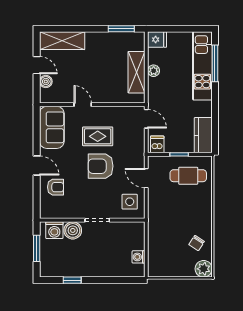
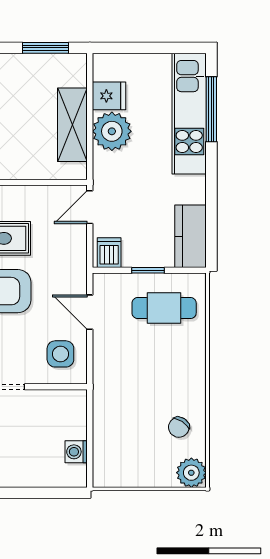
fridge: (157, 39) -> (109, 96), moved
plant: (154, 71) -> (112, 131), width x1.87, depth x1.87
door: (146, 119) -> (90, 207), swing flipped

